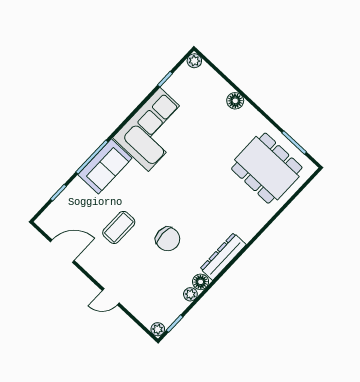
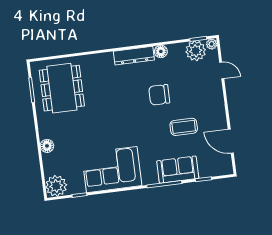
plant: (194, 61) -> (56, 186), width x1.87, depth x1.87
sofa: (105, 166) -> (178, 170), moved
chair: (168, 239) -> (159, 95), turned -90
plant: (190, 294) -> (196, 51), moved, width x1.88, depth x1.88
door: (111, 297) -> (222, 70), moved

